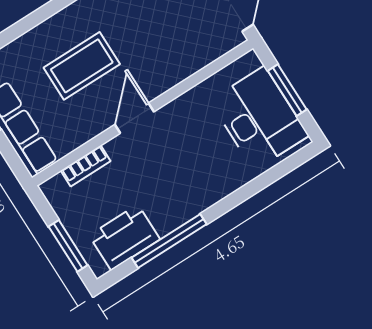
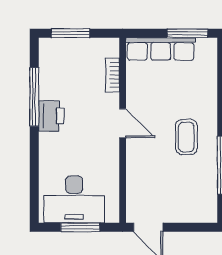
coffee table: (82, 66) -> (186, 137), moved, width x0.73, depth x0.77
printer: (124, 237) -> (51, 116), moved, width x0.73, depth x0.84

